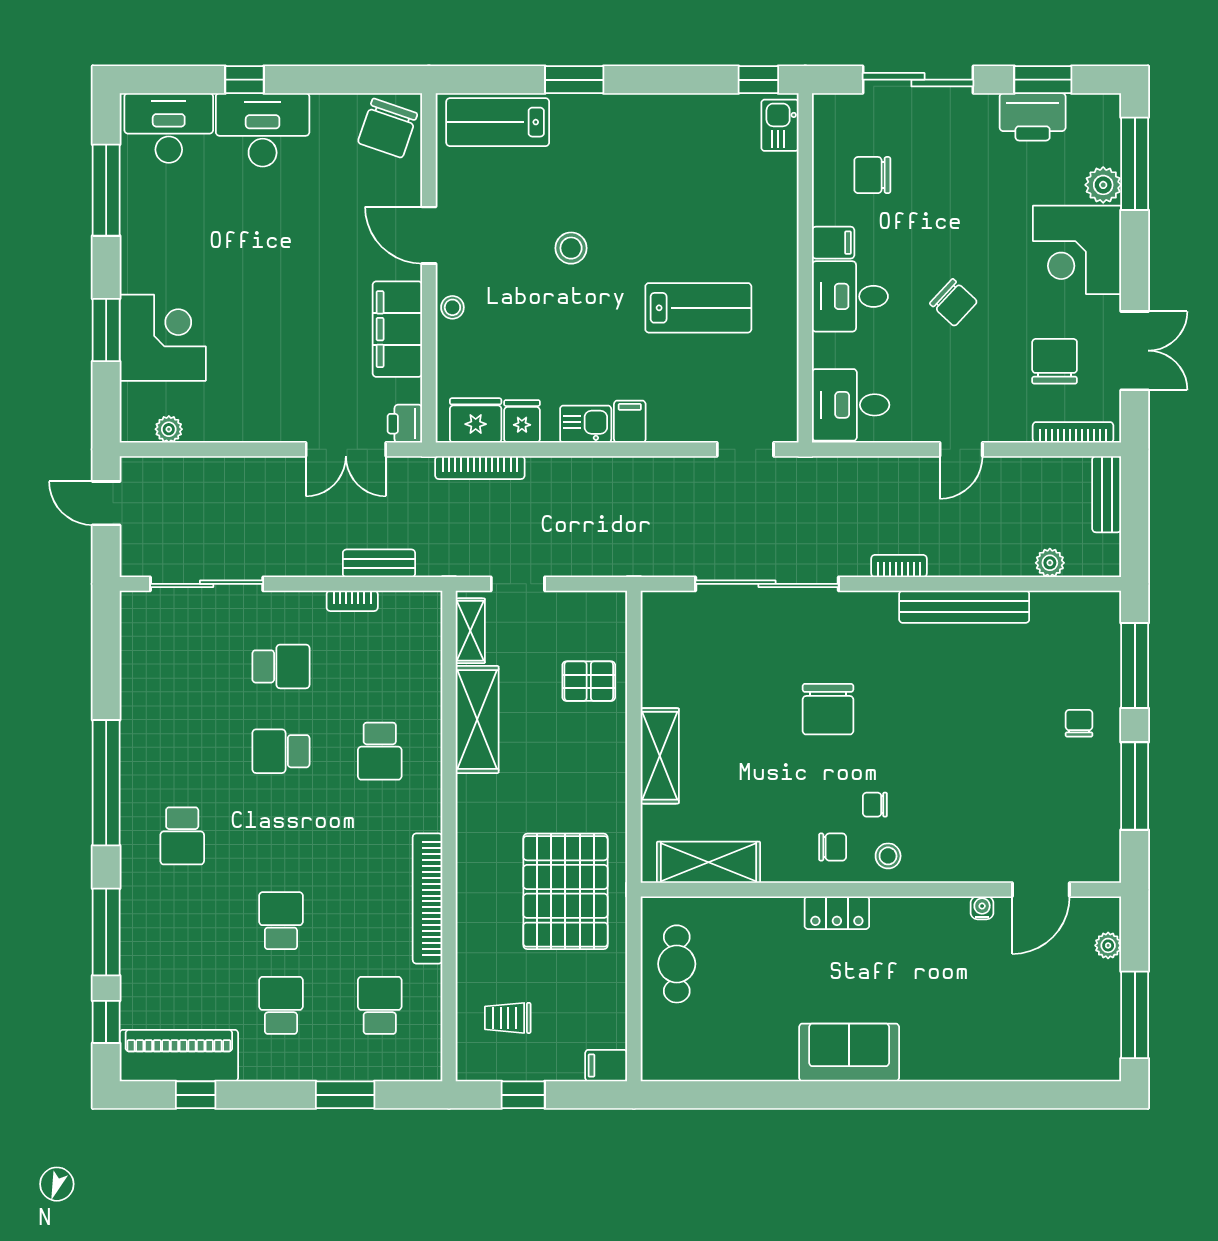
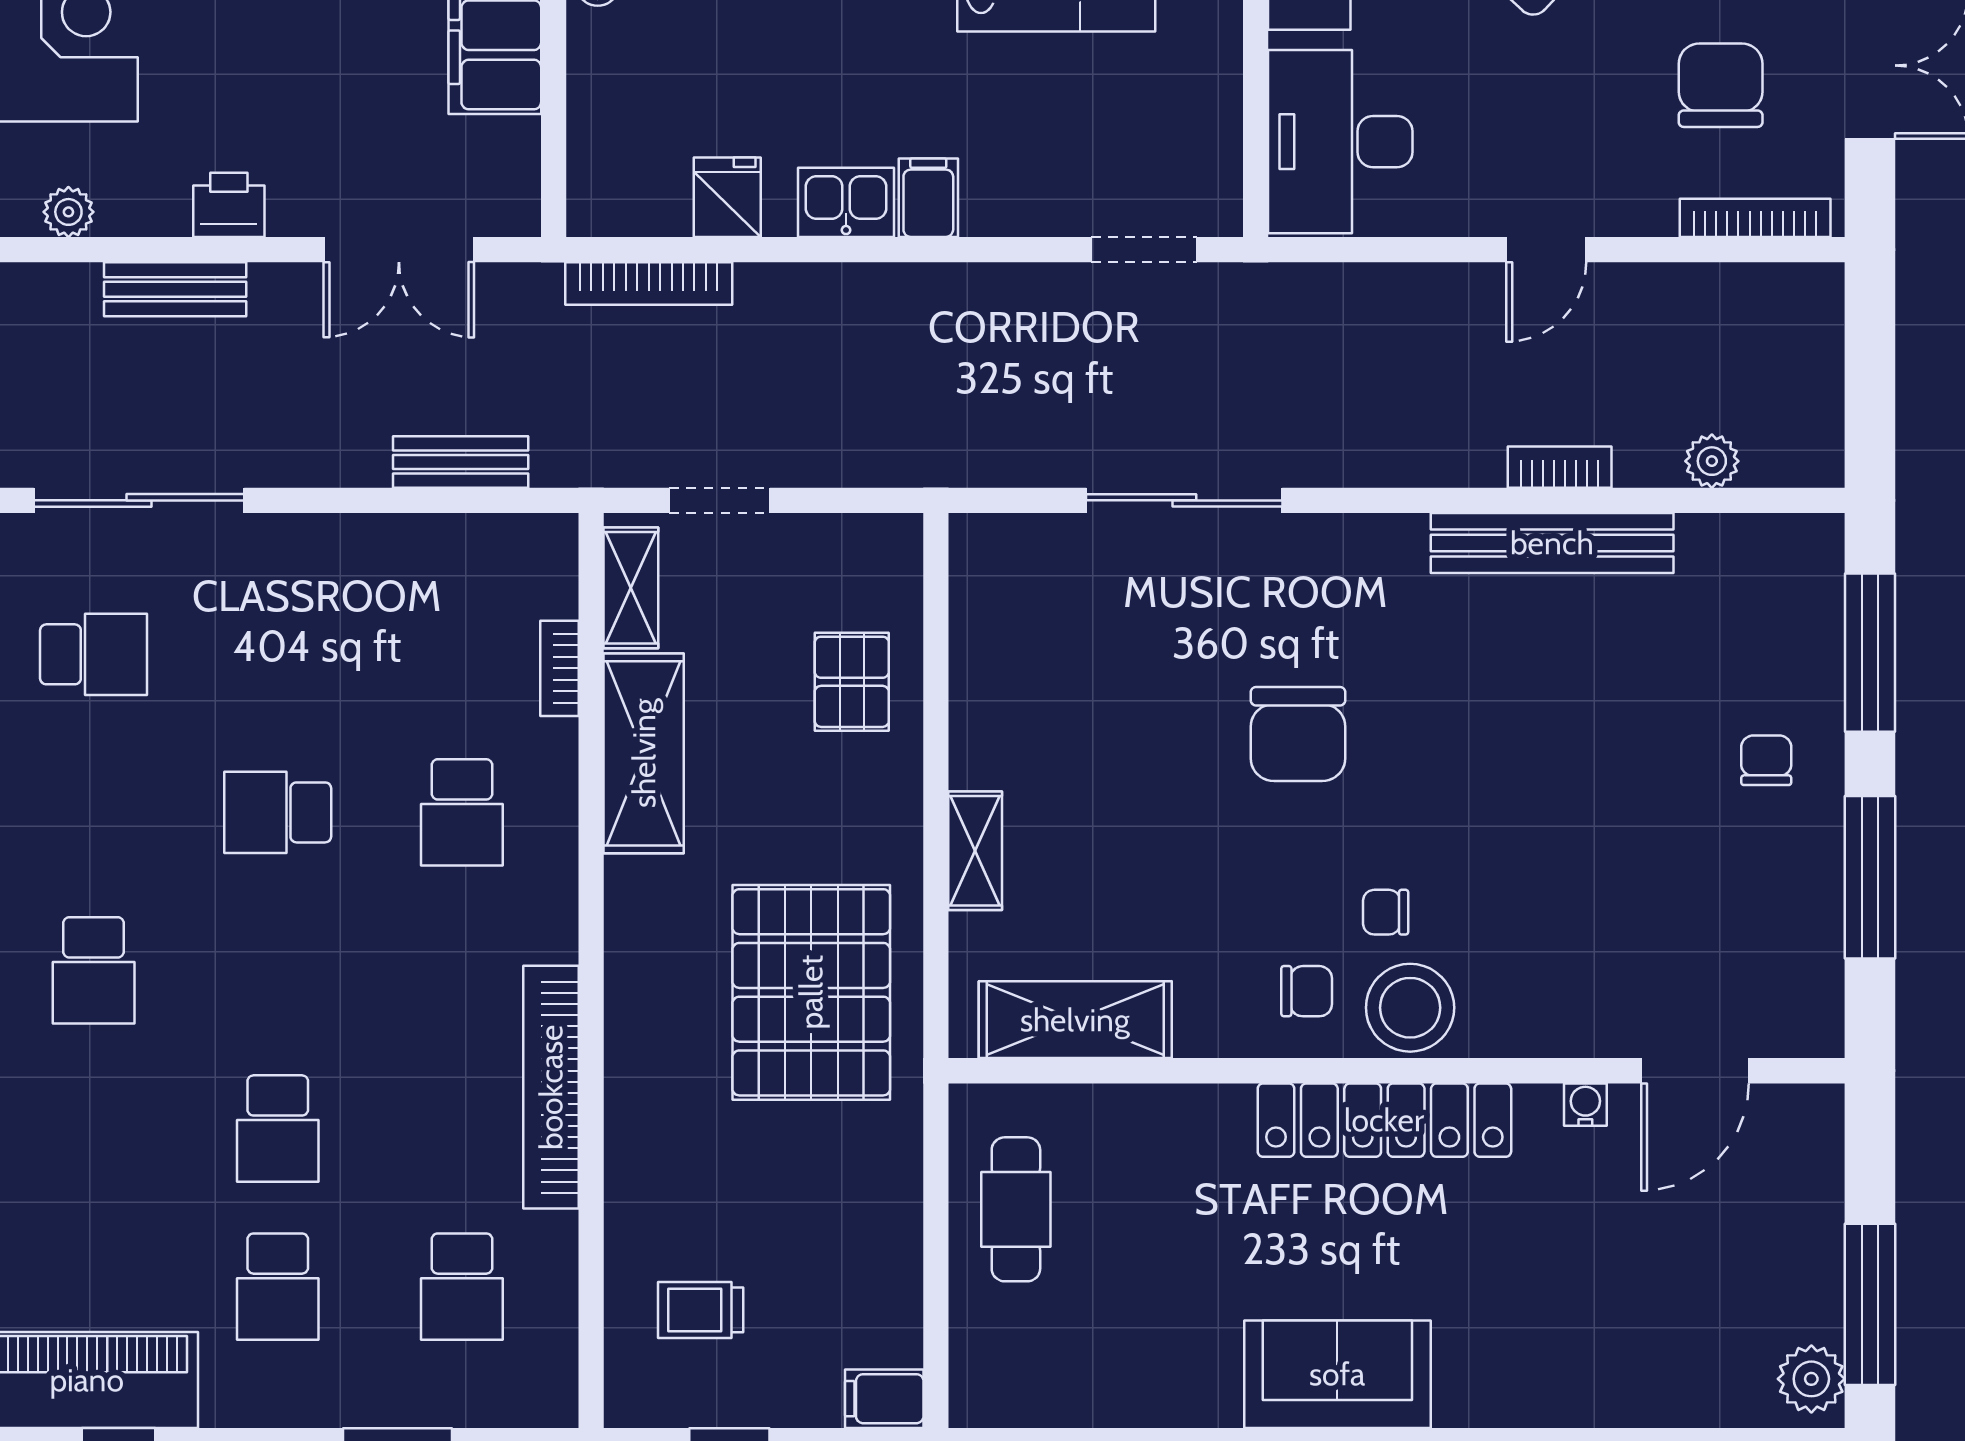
desk: (851, 405) -> (1340, 142), width x1.37
fridge: (476, 420) -> (641, 196), removed
printer: (405, 424) -> (229, 205), moved, turned 90
bench: (1107, 494) -> (175, 289), moved, turned 90
bookcase: (899, 566) -> (1560, 467), moved
sliding door: (767, 584) -> (1184, 500), width x0.73
bookcase: (352, 601) -> (560, 668), moved, turned 90
school desk: (281, 666) -> (94, 654), moved
pallet: (589, 681) -> (852, 682), turned 90
shelving: (660, 756) -> (975, 851), width x0.67, depth x0.75
stool: (888, 856) -> (1410, 1008), width x1.89, depth x1.89
pallet: (565, 891) -> (811, 992), moved
locker: (837, 913) -> (1384, 1120), width x2.16, depth x1.21
school desk: (281, 921) -> (278, 1128), turned 180
plant: (1108, 945) -> (1811, 1379), moved, width x1.38, depth x1.38
school desk: (281, 1005) -> (278, 1287), turned 180
school desk: (380, 1005) -> (462, 1287), turned 180

